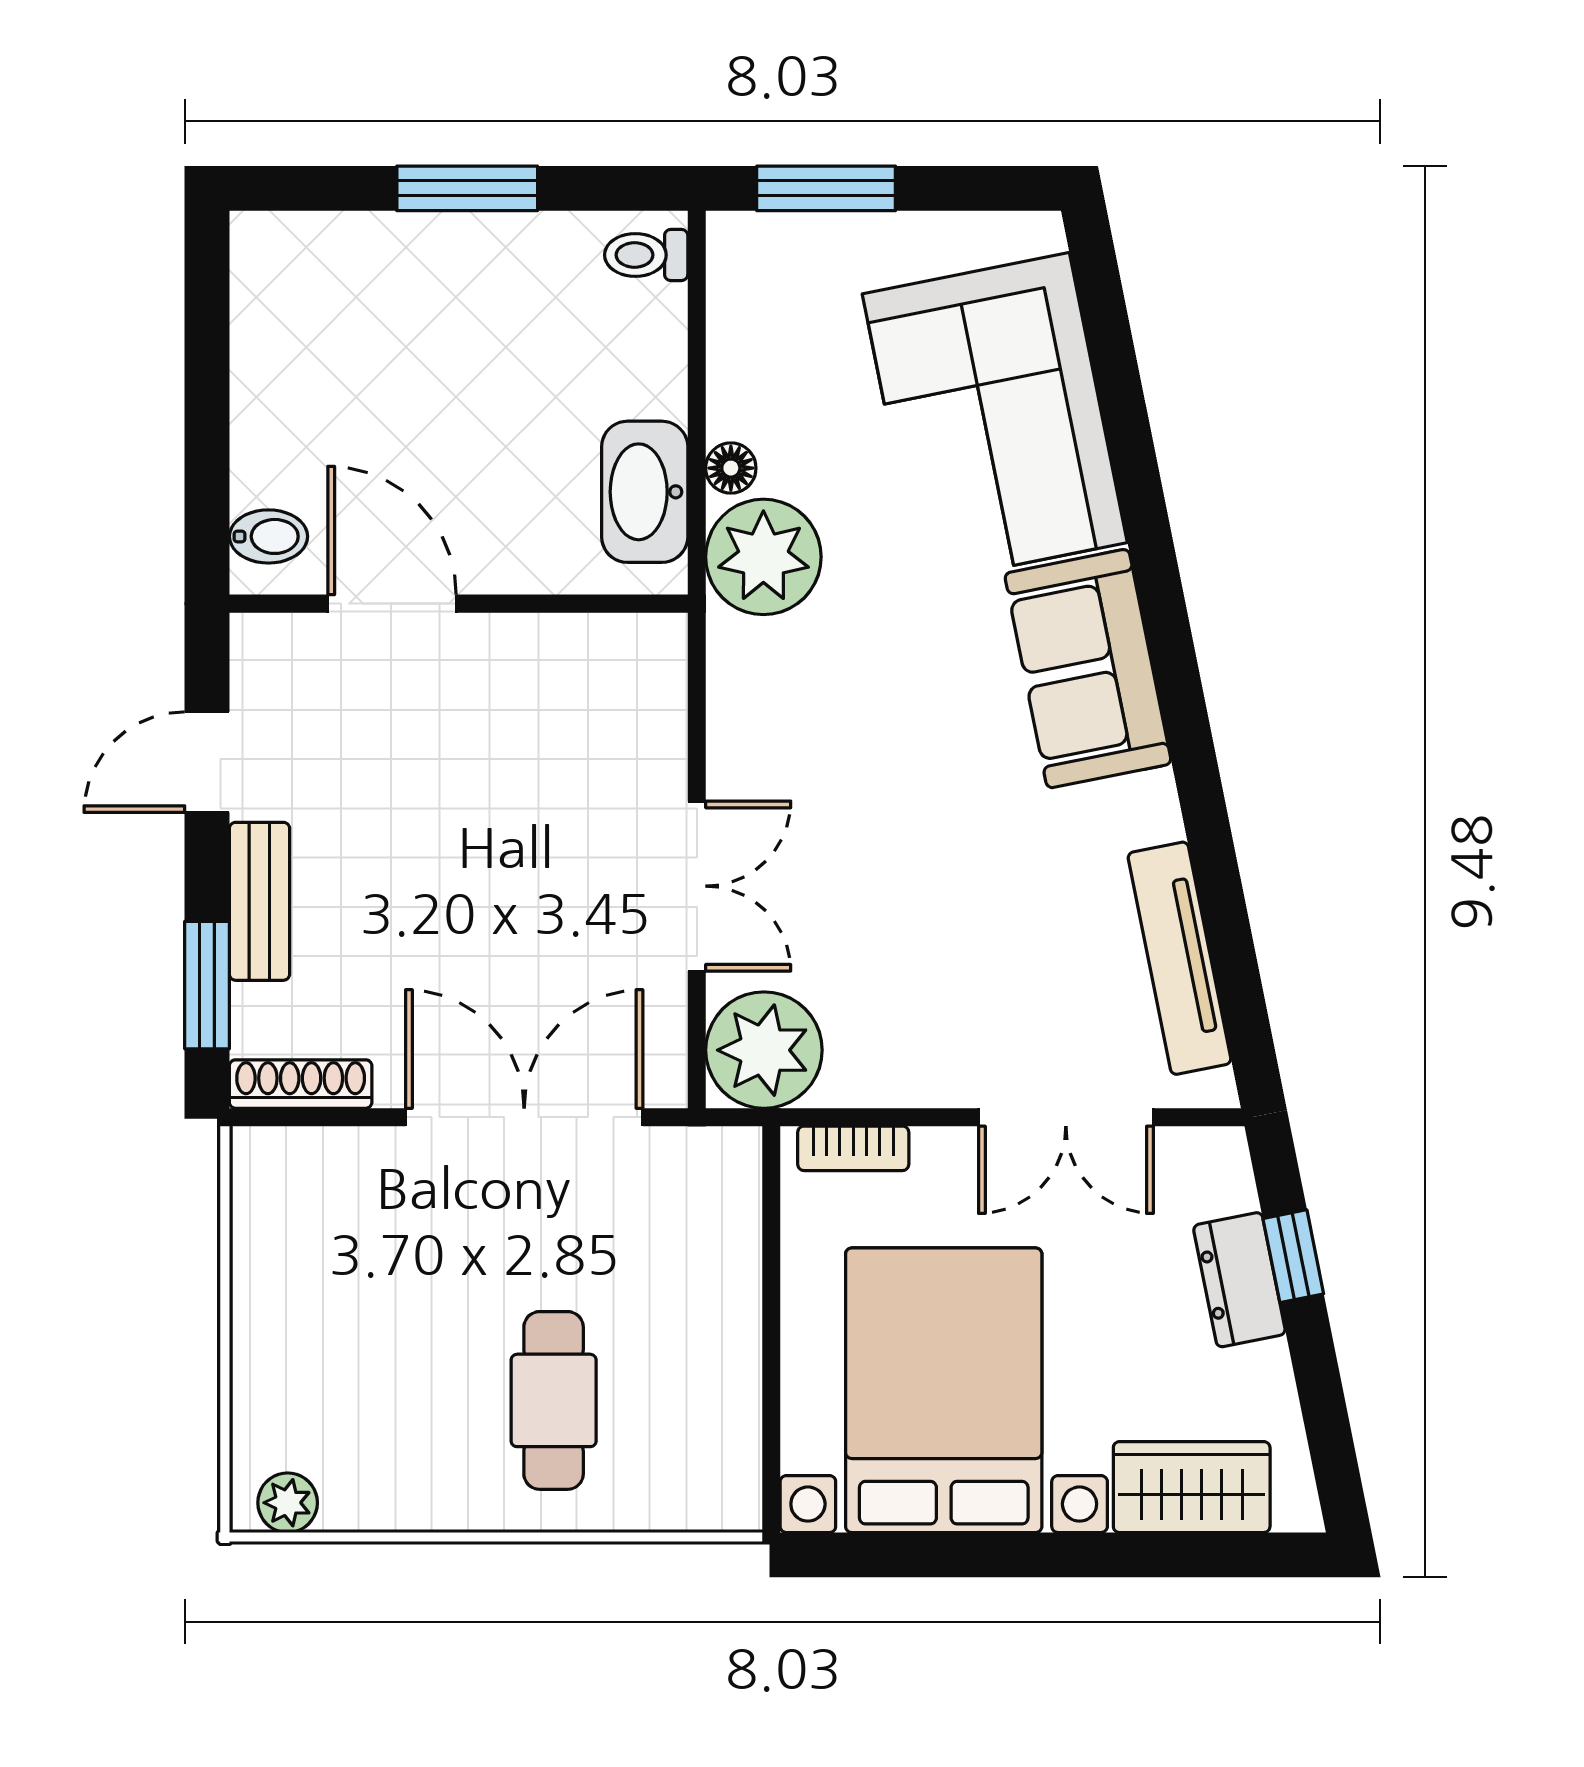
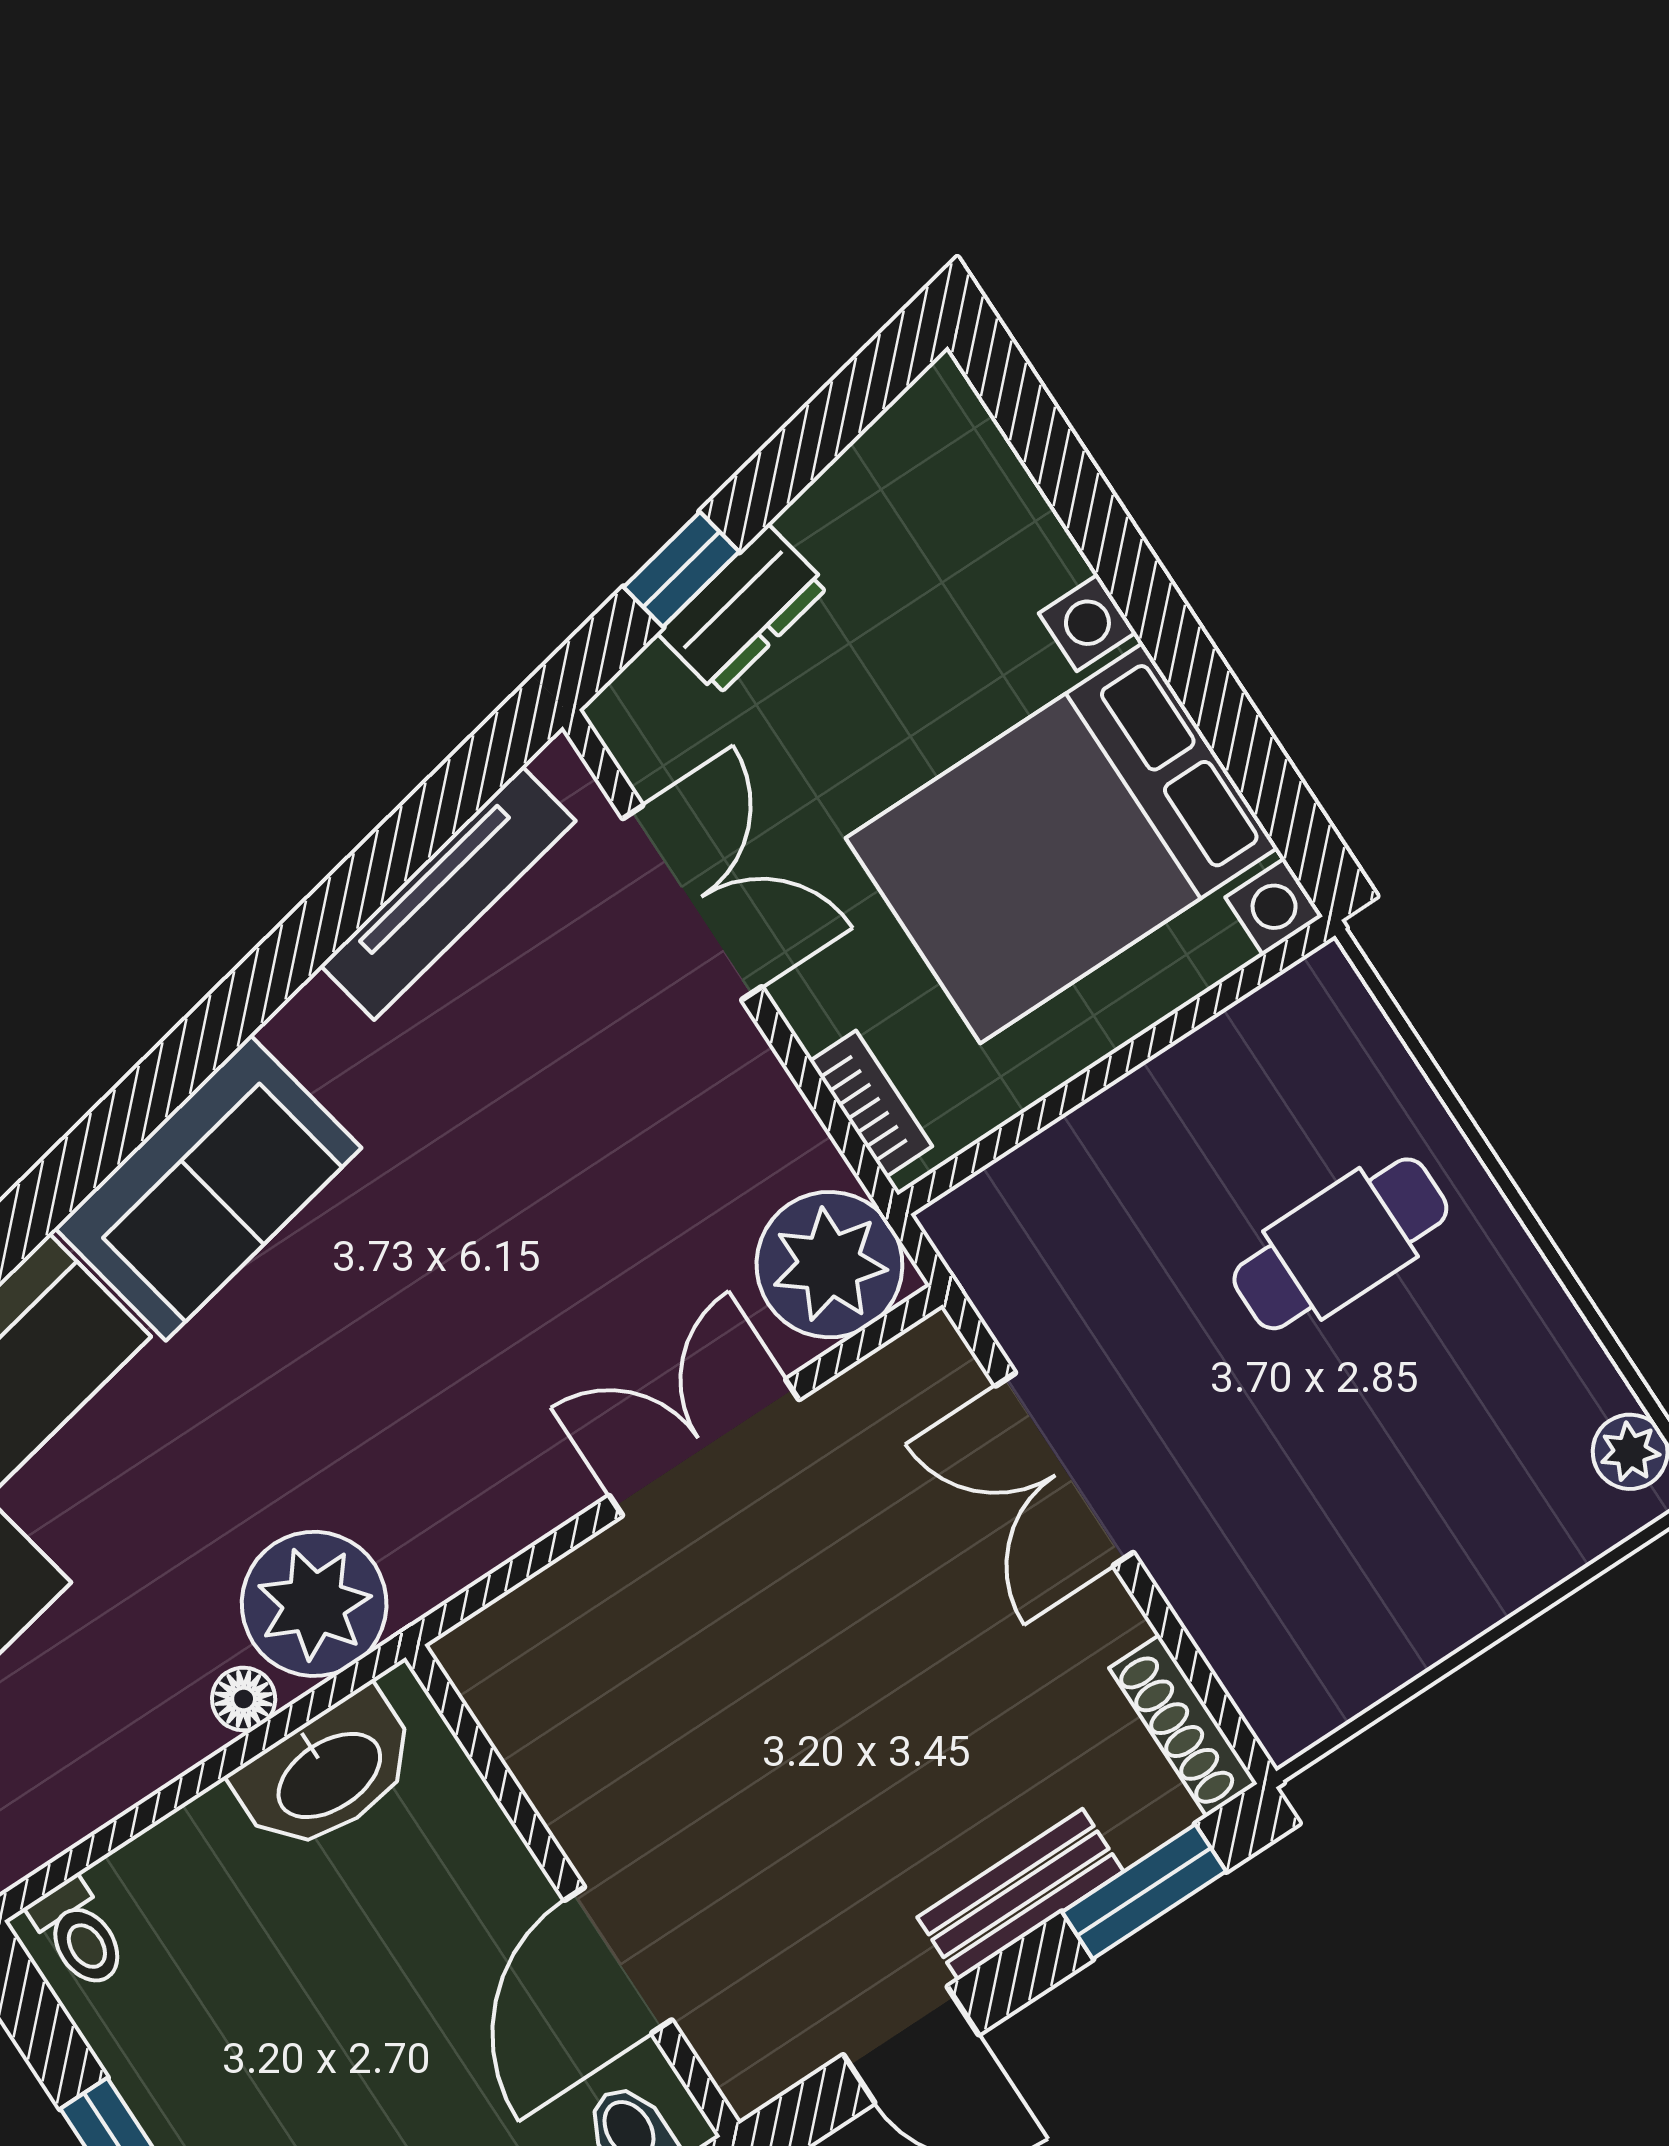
double door: (524, 1117) -> (1064, 1469), width x0.73
wardrobe: (1192, 1487) -> (993, 517), removed

